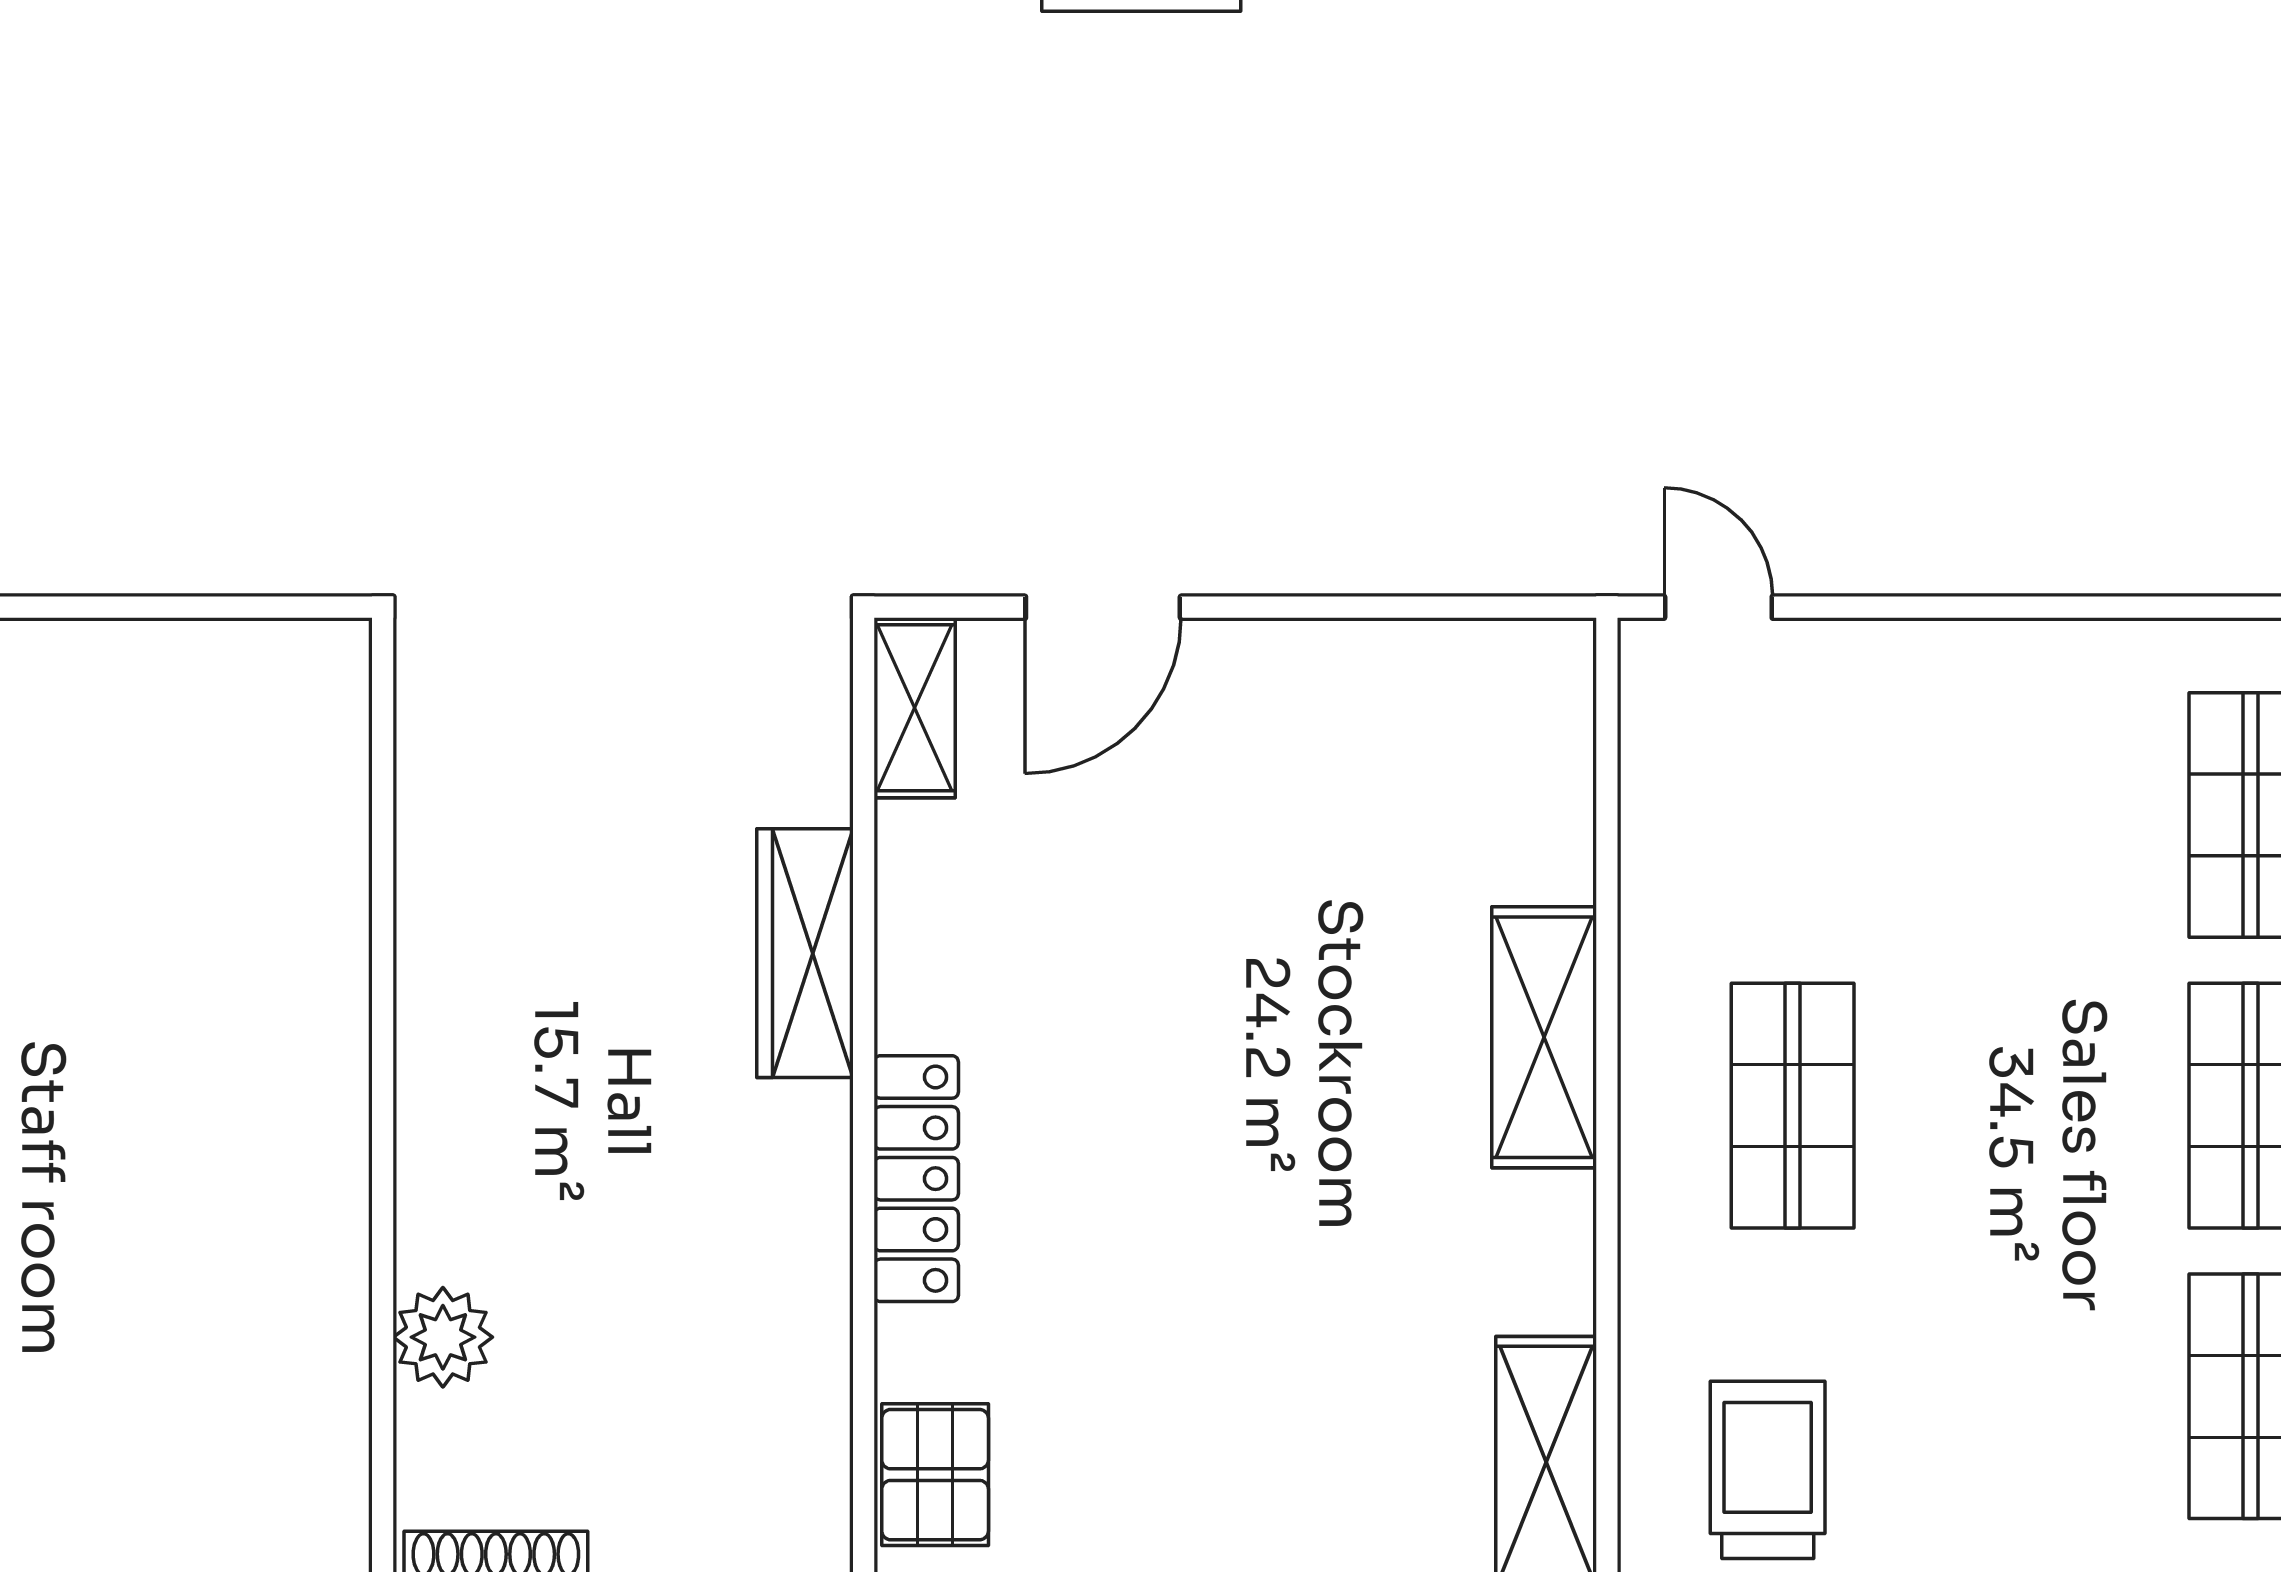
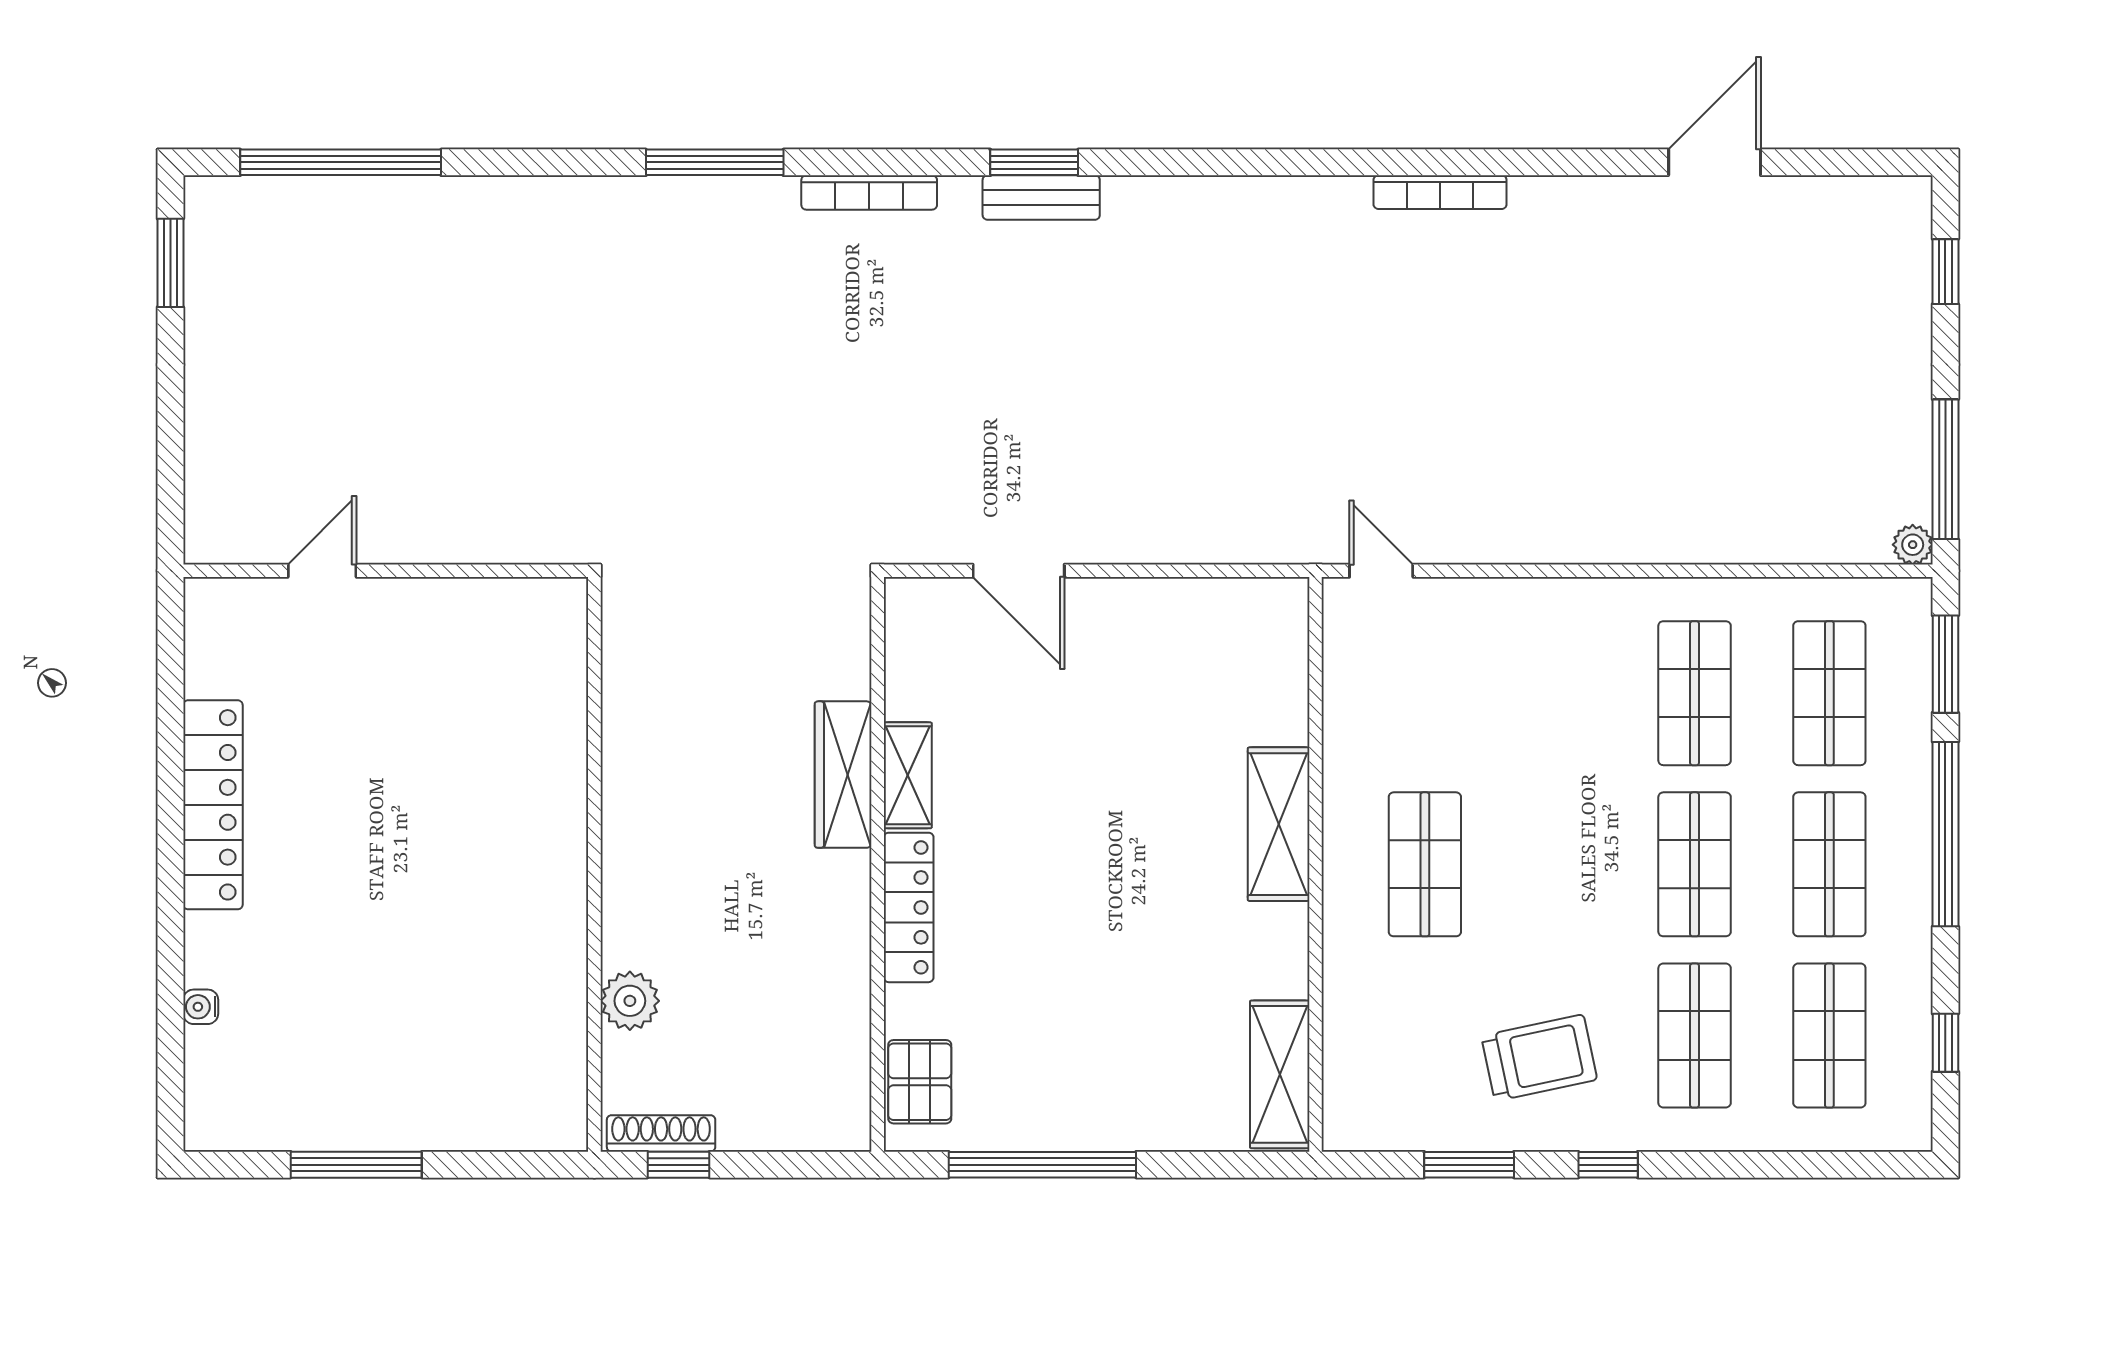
door: (1103, 607) -> (1019, 571), hinge flipped
shelving: (915, 708) -> (908, 775), moved
trolley: (1768, 1470) -> (1539, 1058), moved, turned 78

